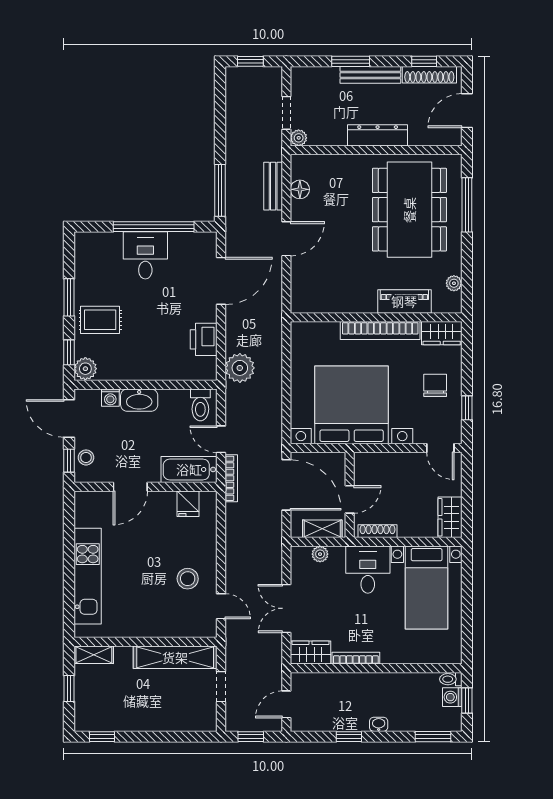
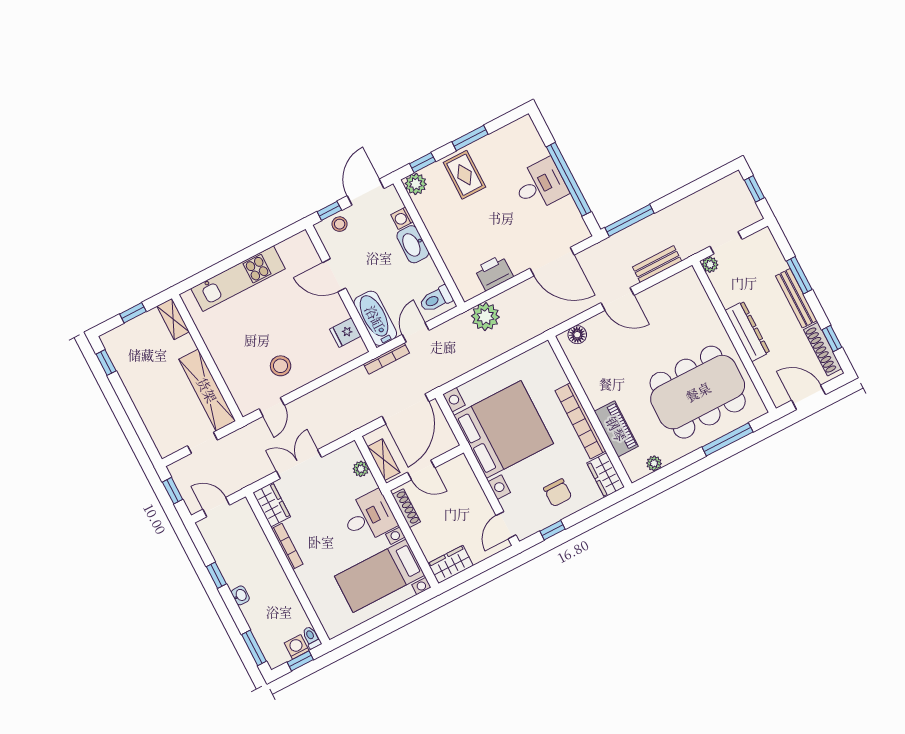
floor lamp: (300, 189) -> (577, 335), moved
chair: (435, 385) -> (558, 493), turned 90

